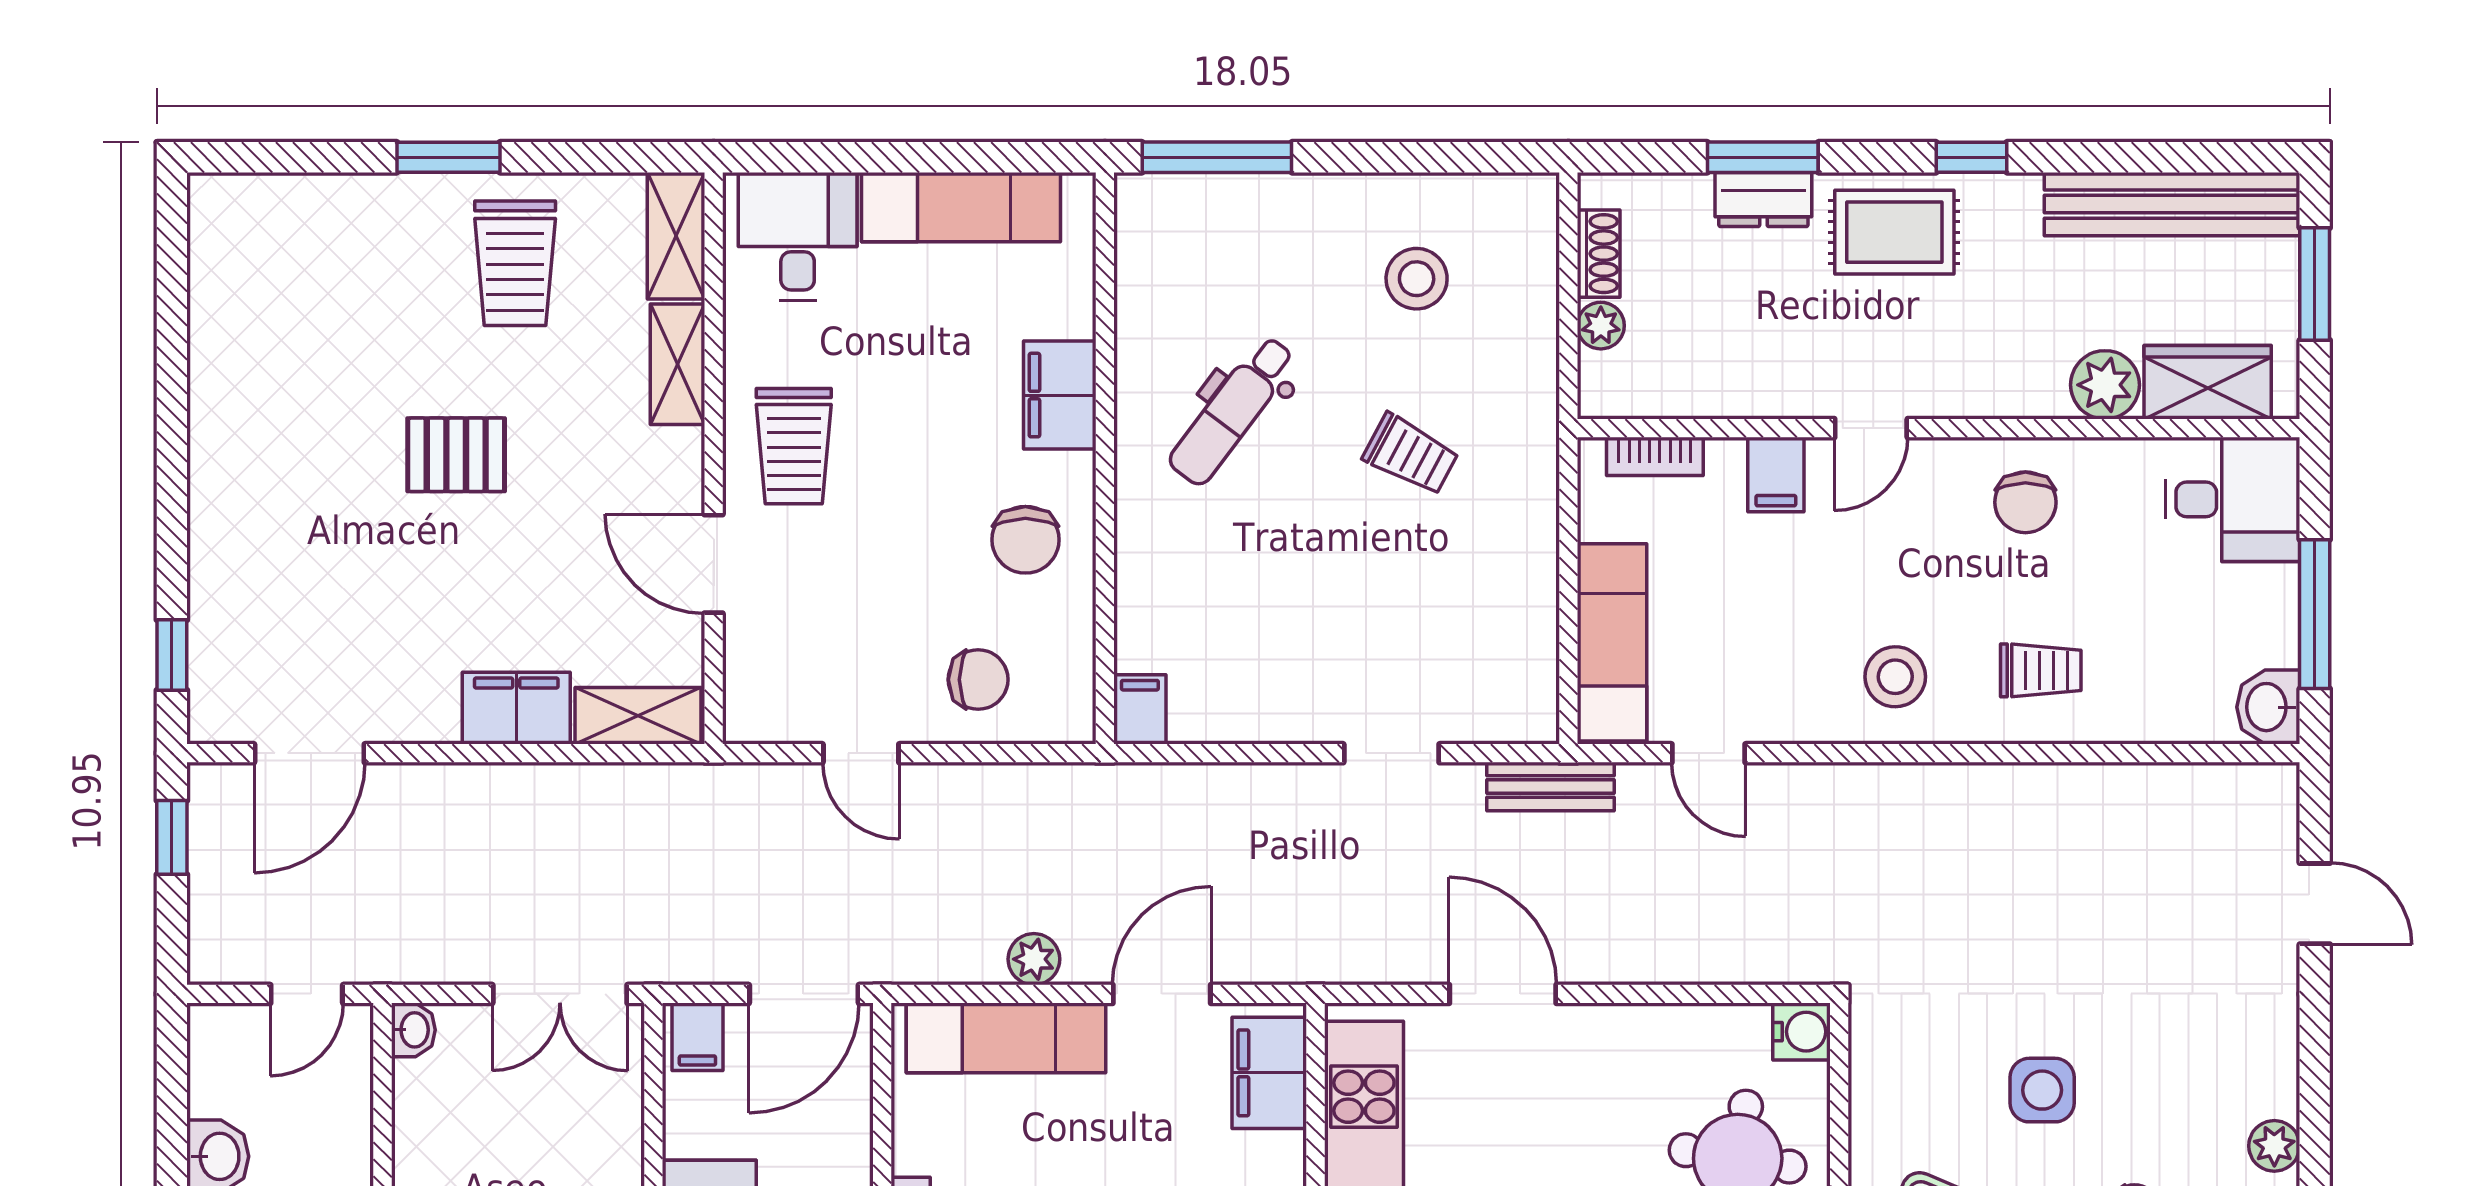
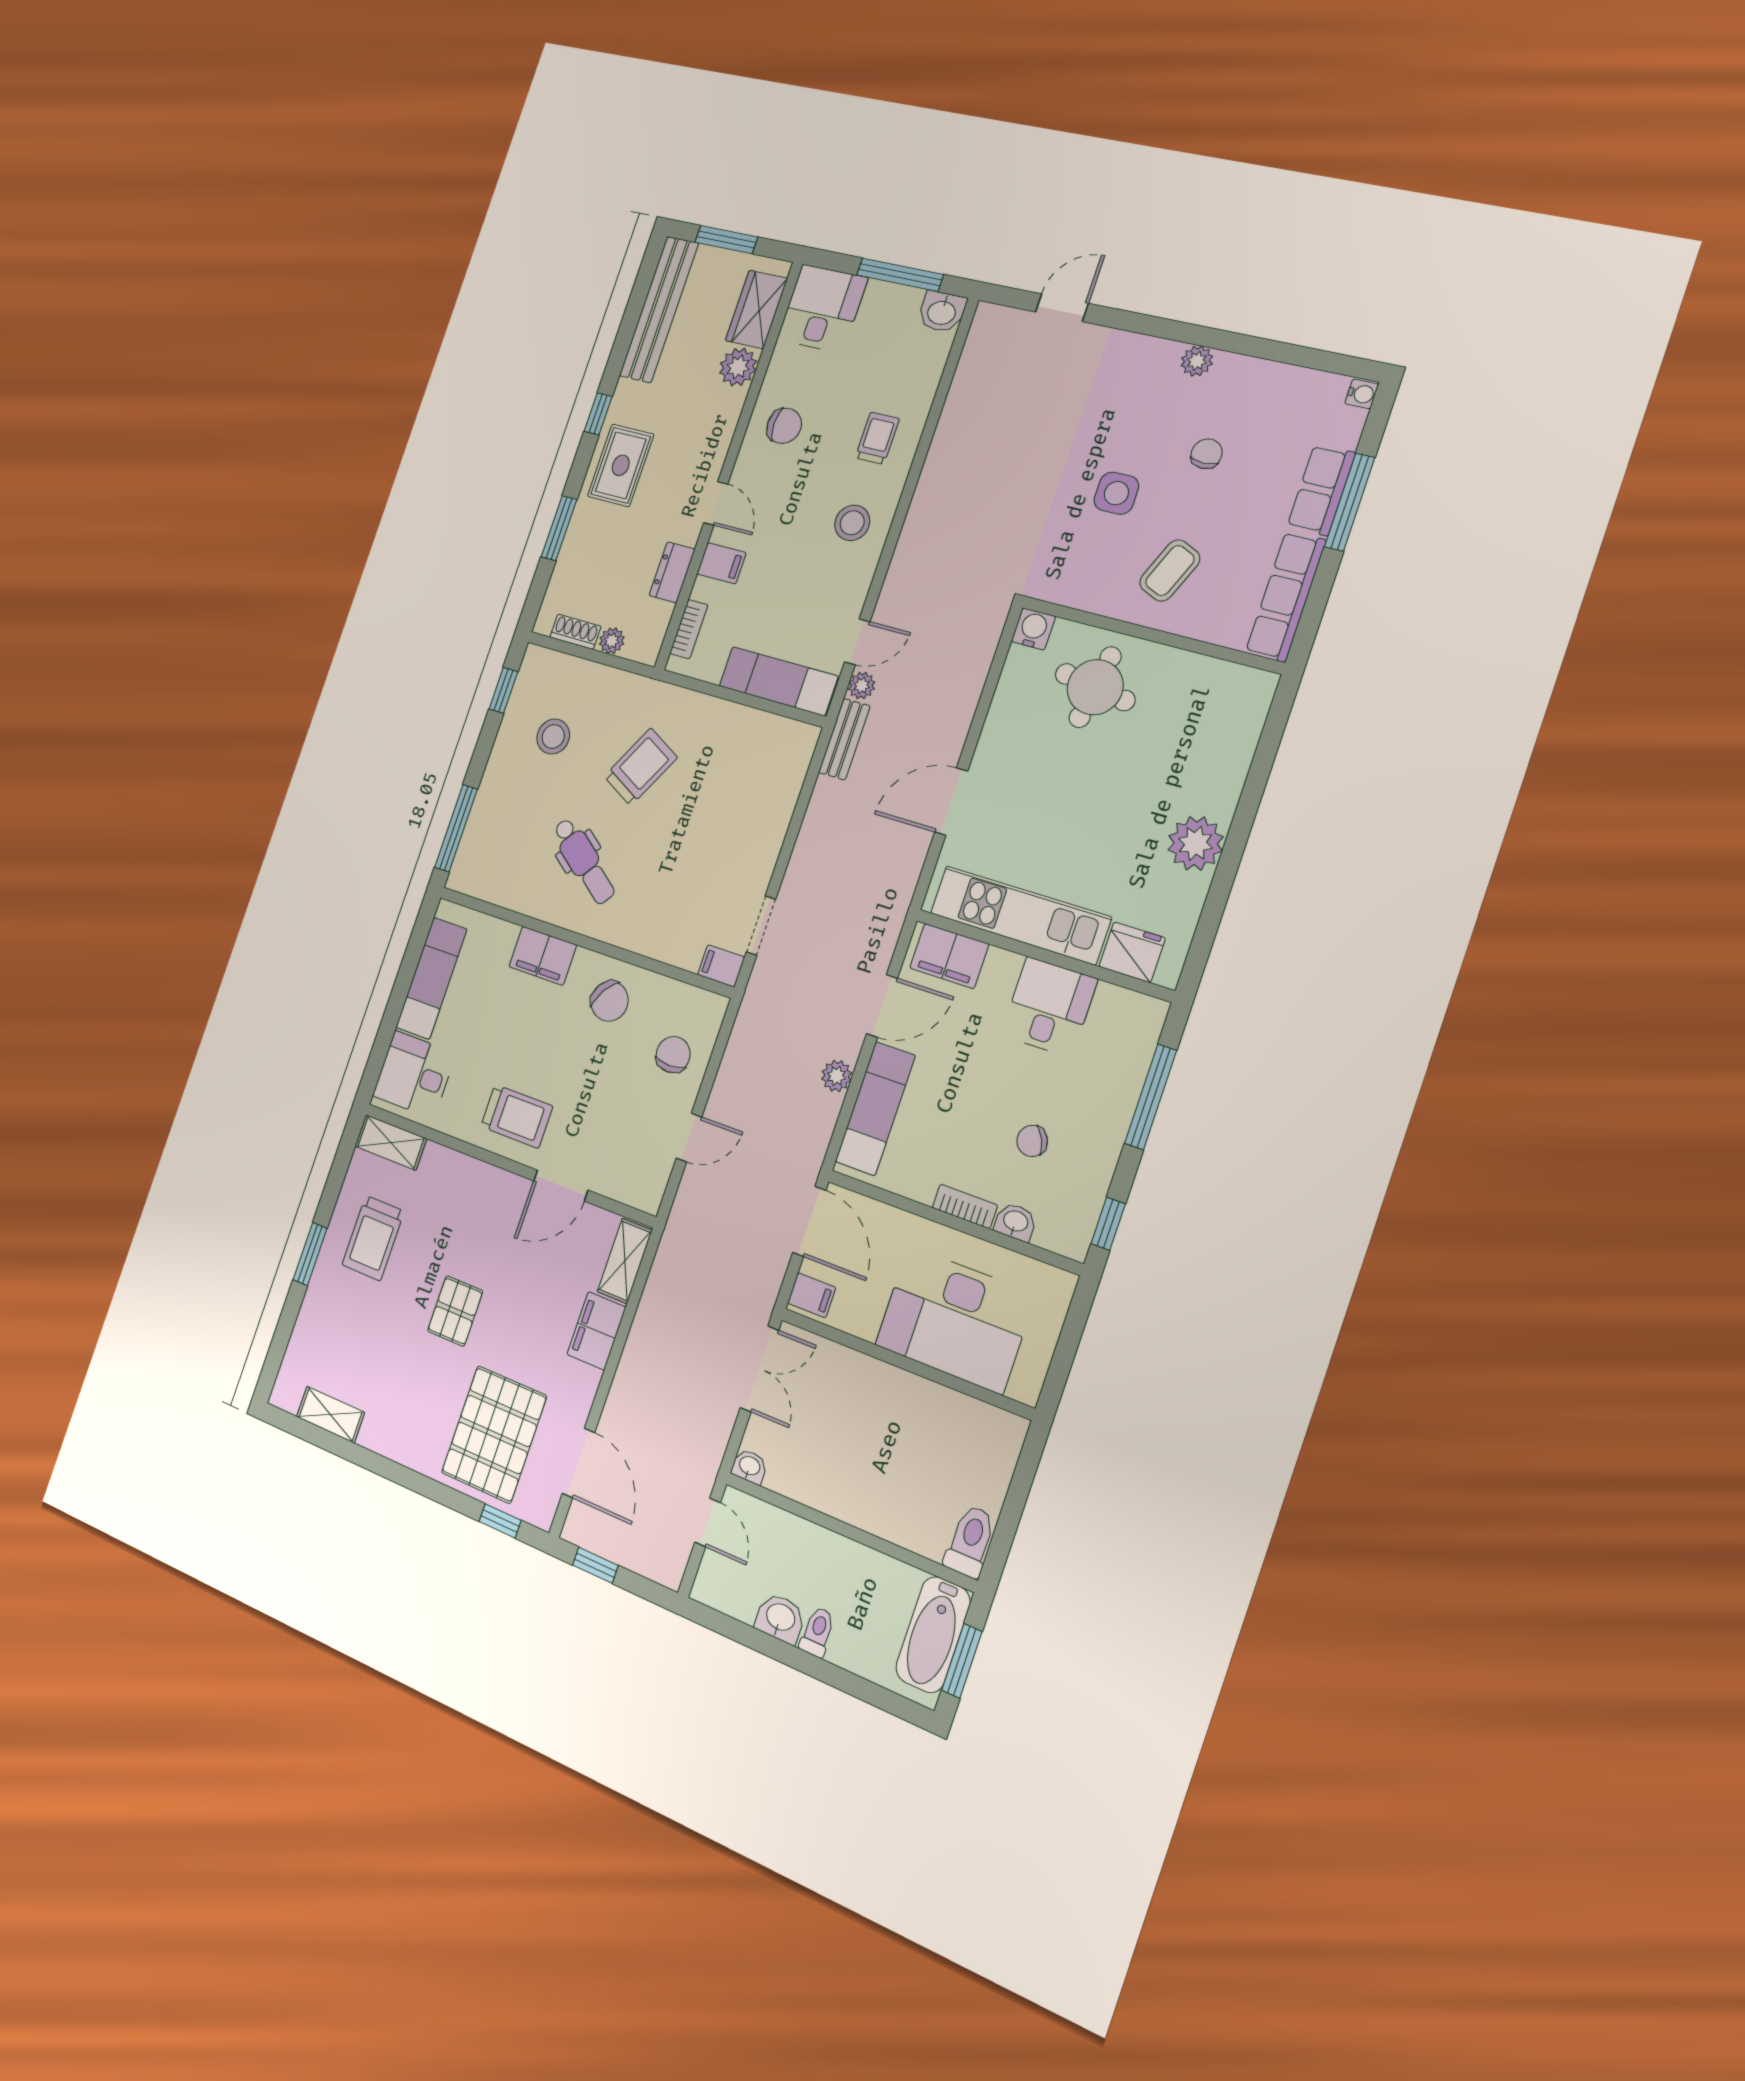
window: (1467, 157) -> (503, 690), added
dresser: (1763, 199) -> (672, 572), moved, turned 180
trolley: (515, 263) -> (373, 1238), turned 90
shelving: (677, 364) -> (330, 1415), moved
trolley: (1411, 454) -> (641, 767), width x1.36, depth x1.39
chair: (1025, 540) -> (610, 1001), turned 34
pallet: (296, 595) -> (494, 1434), added
doorway: (1391, 753) -> (761, 926), moved
plant: (1642, 785) -> (862, 685), added
door: (1162, 994) -> (882, 1006), swing flipped

